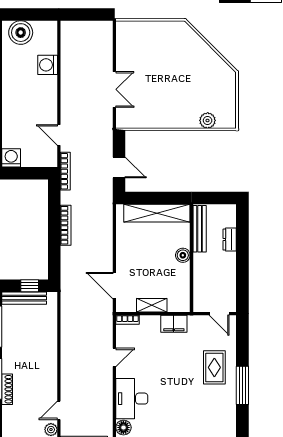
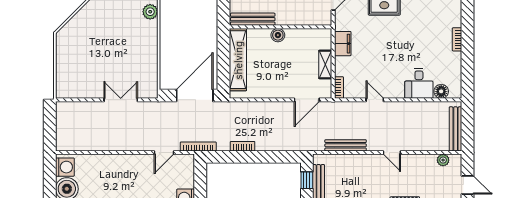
washing machine: (48, 65) -> (65, 167), moved, turned -90
door: (119, 168) -> (195, 96), width x1.88
bookcase: (66, 225) -> (243, 146), width x0.64
bench: (67, 327) -> (346, 145), added
desk: (132, 399) -> (419, 83), width x0.73
door: (59, 410) -> (392, 153), moved

